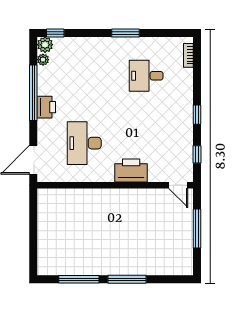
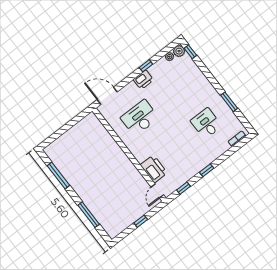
window: (126, 33) -> (229, 102), moved
window: (33, 93) -> (146, 66), width x0.32
printer: (131, 171) -> (154, 169), moved
window: (197, 228) -> (141, 221), width x0.46
window: (127, 279) -> (89, 215), moved

